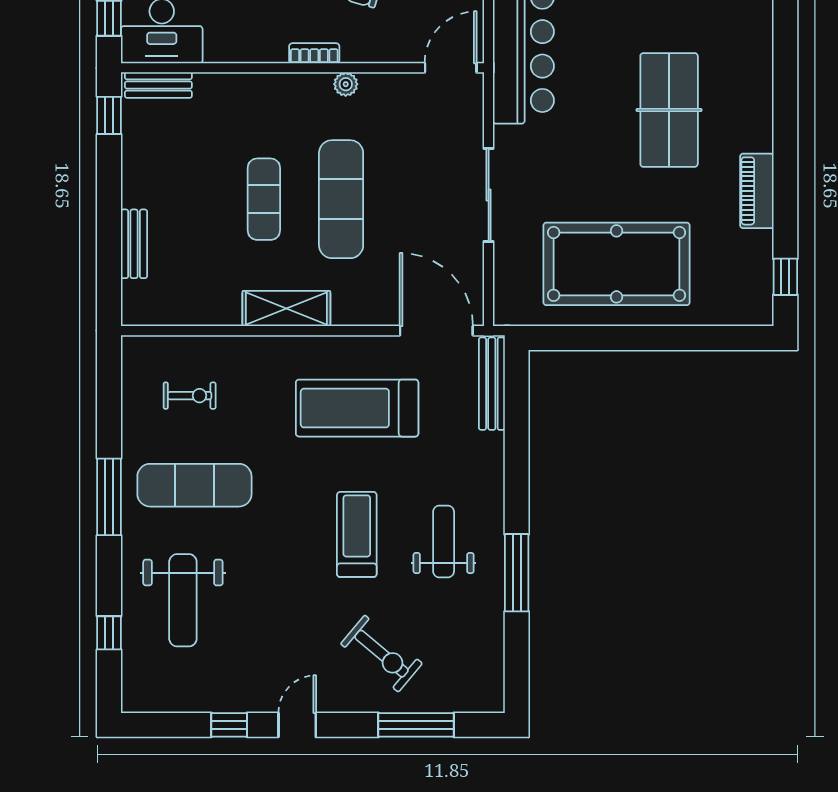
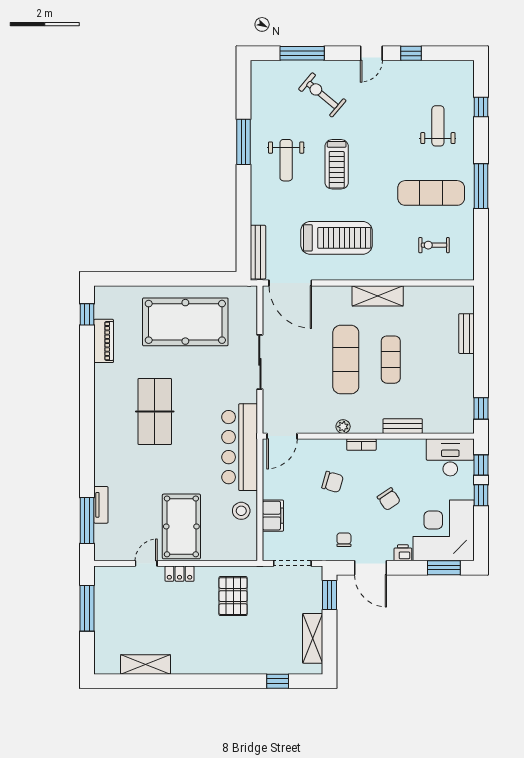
bench: (158, 85) -> (403, 426), moved
piano: (757, 191) -> (104, 341), moved
weight bench: (183, 600) -> (438, 126), width x0.73, depth x0.75

